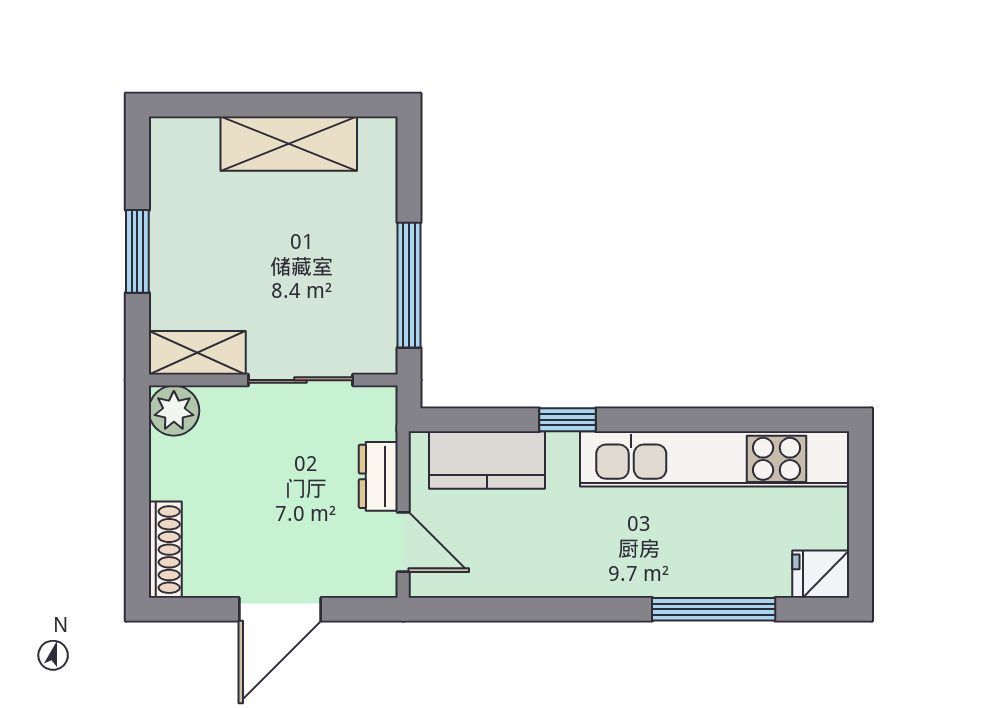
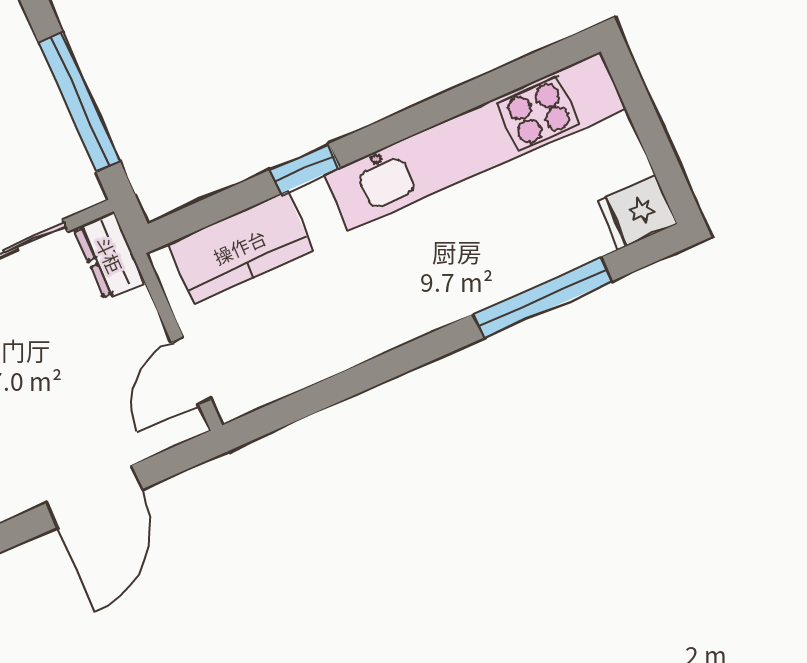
dresser: (378, 476) -> (109, 255), moved
door: (403, 542) -> (191, 370), swing flipped

